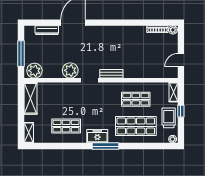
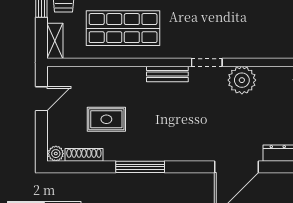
window: (126, 23) -> (140, 167), added
rug: (145, 49) -> (106, 119), added
shop shelf: (136, 99) -> (123, 28), width x1.43, depth x1.36

